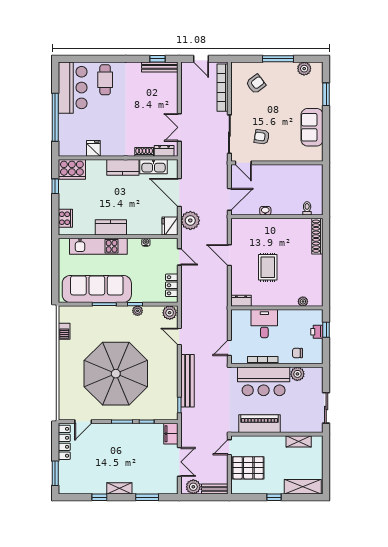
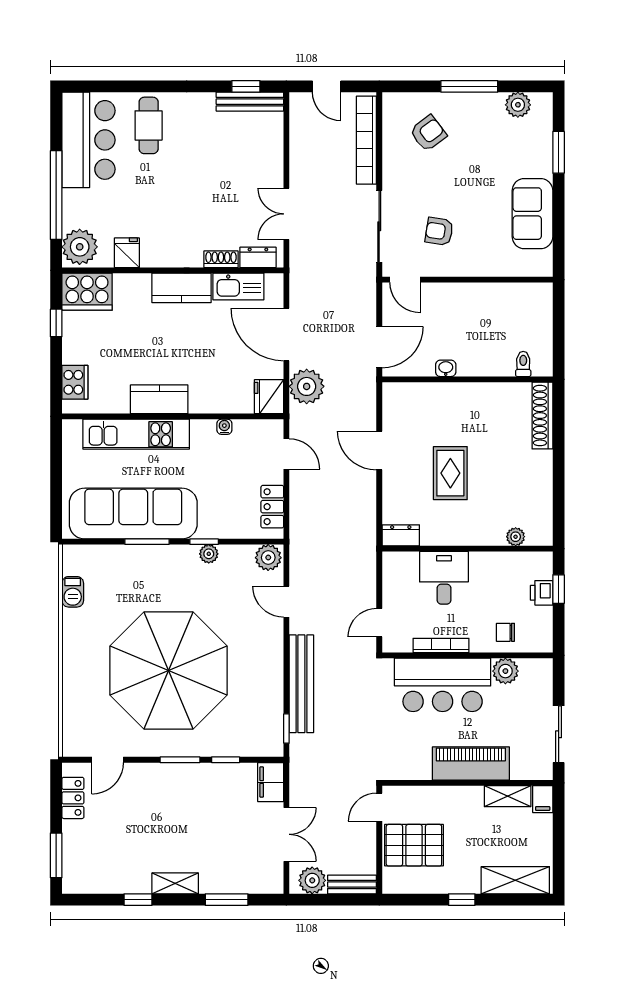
plant: (68, 145) -> (80, 247), added
piano: (259, 424) -> (471, 763), moved
locker: (64, 442) -> (73, 798), width x0.66
filing cabinet: (318, 443) -> (543, 799), added

